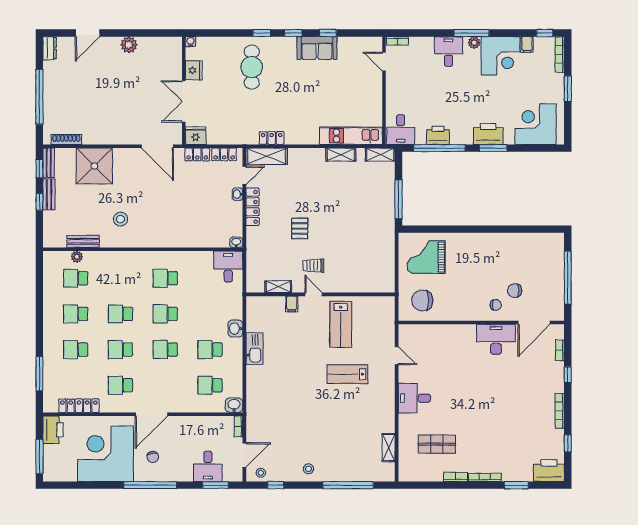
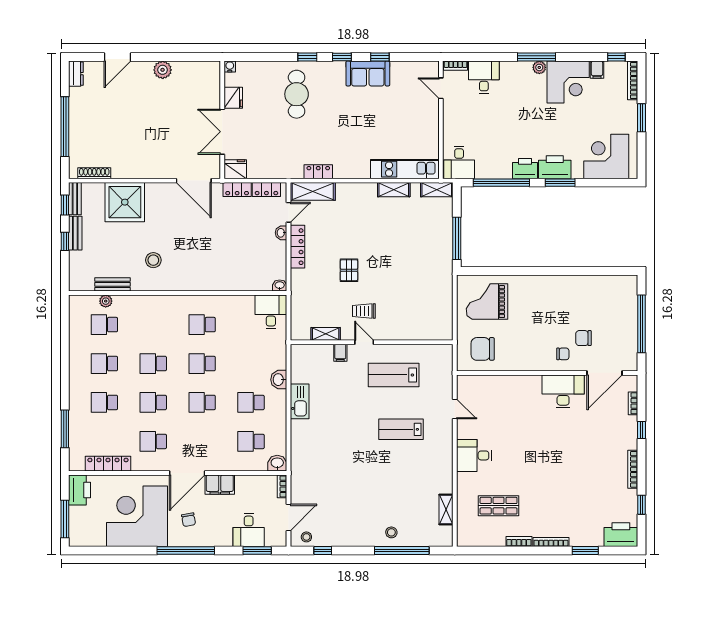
desk: (448, 52) -> (484, 77), moved
printer: (438, 135) -> (525, 169), moved
lab bench: (341, 324) -> (394, 375), turned 90
filing cabinet: (181, 425) -> (220, 485), added
stool: (308, 469) -> (391, 532), moved

